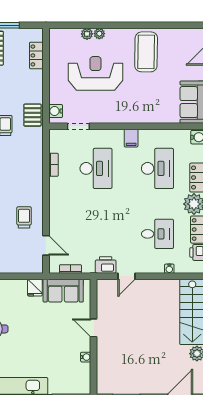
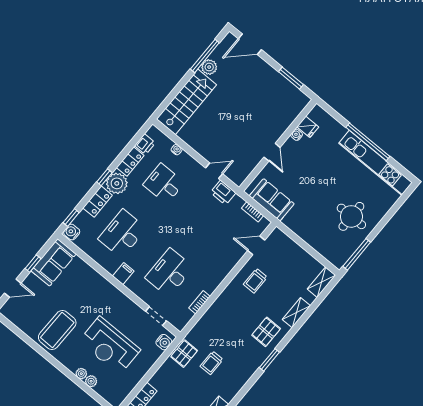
door: (46, 245) -> (256, 245), hinge flipped
fridge: (35, 288) -> (308, 127), moved, turned 90

